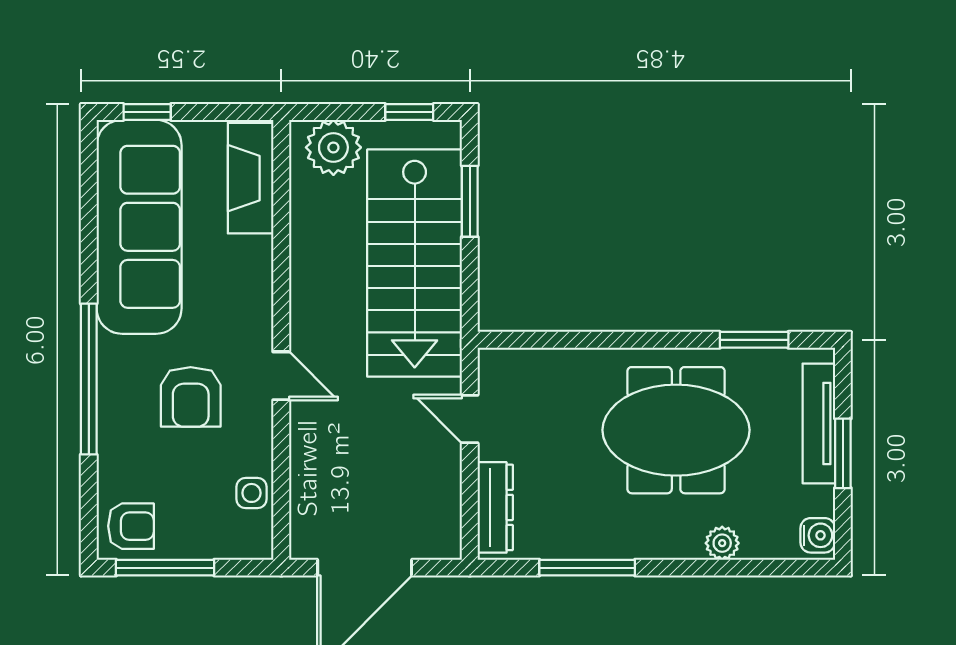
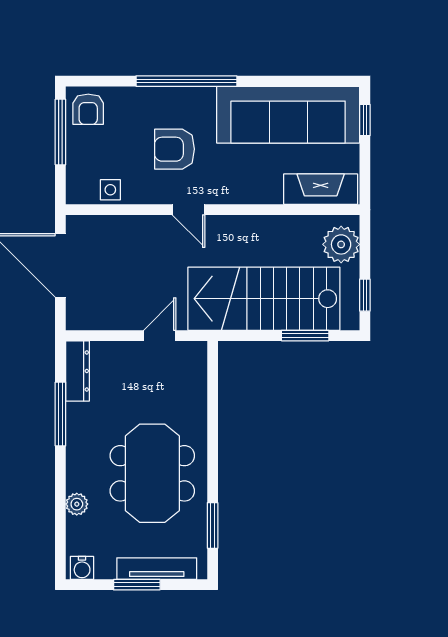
door: (281, 376) -> (189, 210), hinge flipped
dresser: (495, 507) -> (78, 371), moved, turned -90

